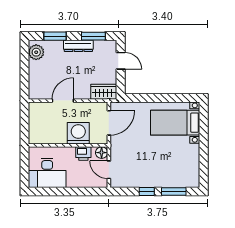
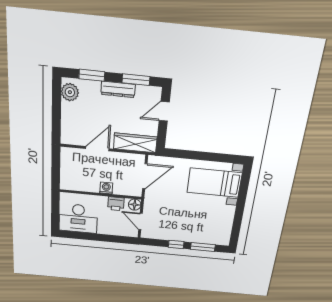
door: (121, 61) -> (164, 111), swing flipped
wardrobe: (104, 92) -> (135, 143), width x1.50
washing machine: (78, 133) -> (106, 188), width x0.53, depth x0.53

